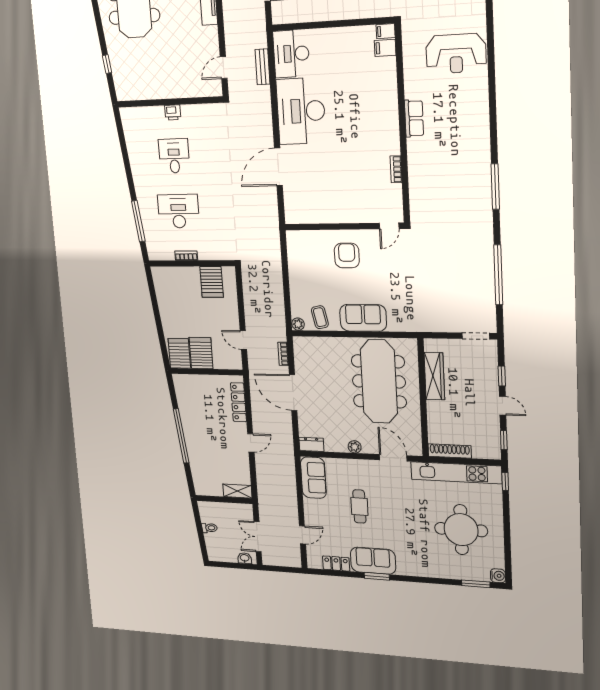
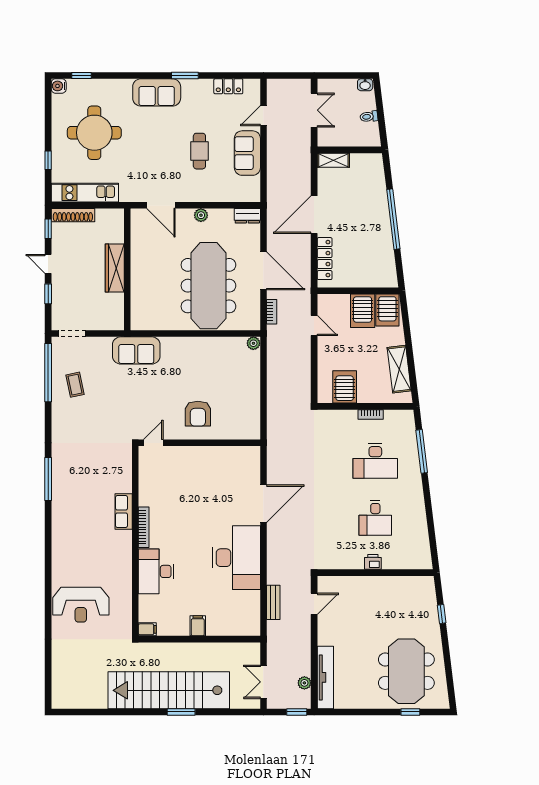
filing cabinet: (385, 48) -> (198, 626), moved, turned -90
desk: (291, 54) -> (156, 571), moved, turned 180
reception desk: (456, 54) -> (81, 605), turned 180
row of seats: (414, 118) -> (124, 512), moved
bookcase: (396, 169) -> (144, 527), moved, width x1.56
window: (498, 275) -> (48, 373), moved
shelving: (165, 298) -> (399, 369), added
coffee table: (320, 317) -> (75, 385), moved
sofa: (363, 318) -> (136, 350), moved
wardrobe: (434, 376) -> (115, 268), moved
meeting table: (379, 381) -> (208, 286), moved
door: (251, 443) -> (314, 215), width x1.88
shoe rack: (450, 451) -> (73, 215), moved
kitchen unit: (456, 473) -> (85, 193), width x0.73
sofa: (313, 478) -> (247, 153), moved
window: (505, 481) -> (48, 160), moved
washbasin: (245, 558) -> (365, 85), moved
sofa: (373, 561) -> (157, 92), moved
window: (476, 584) -> (82, 75), width x0.67

